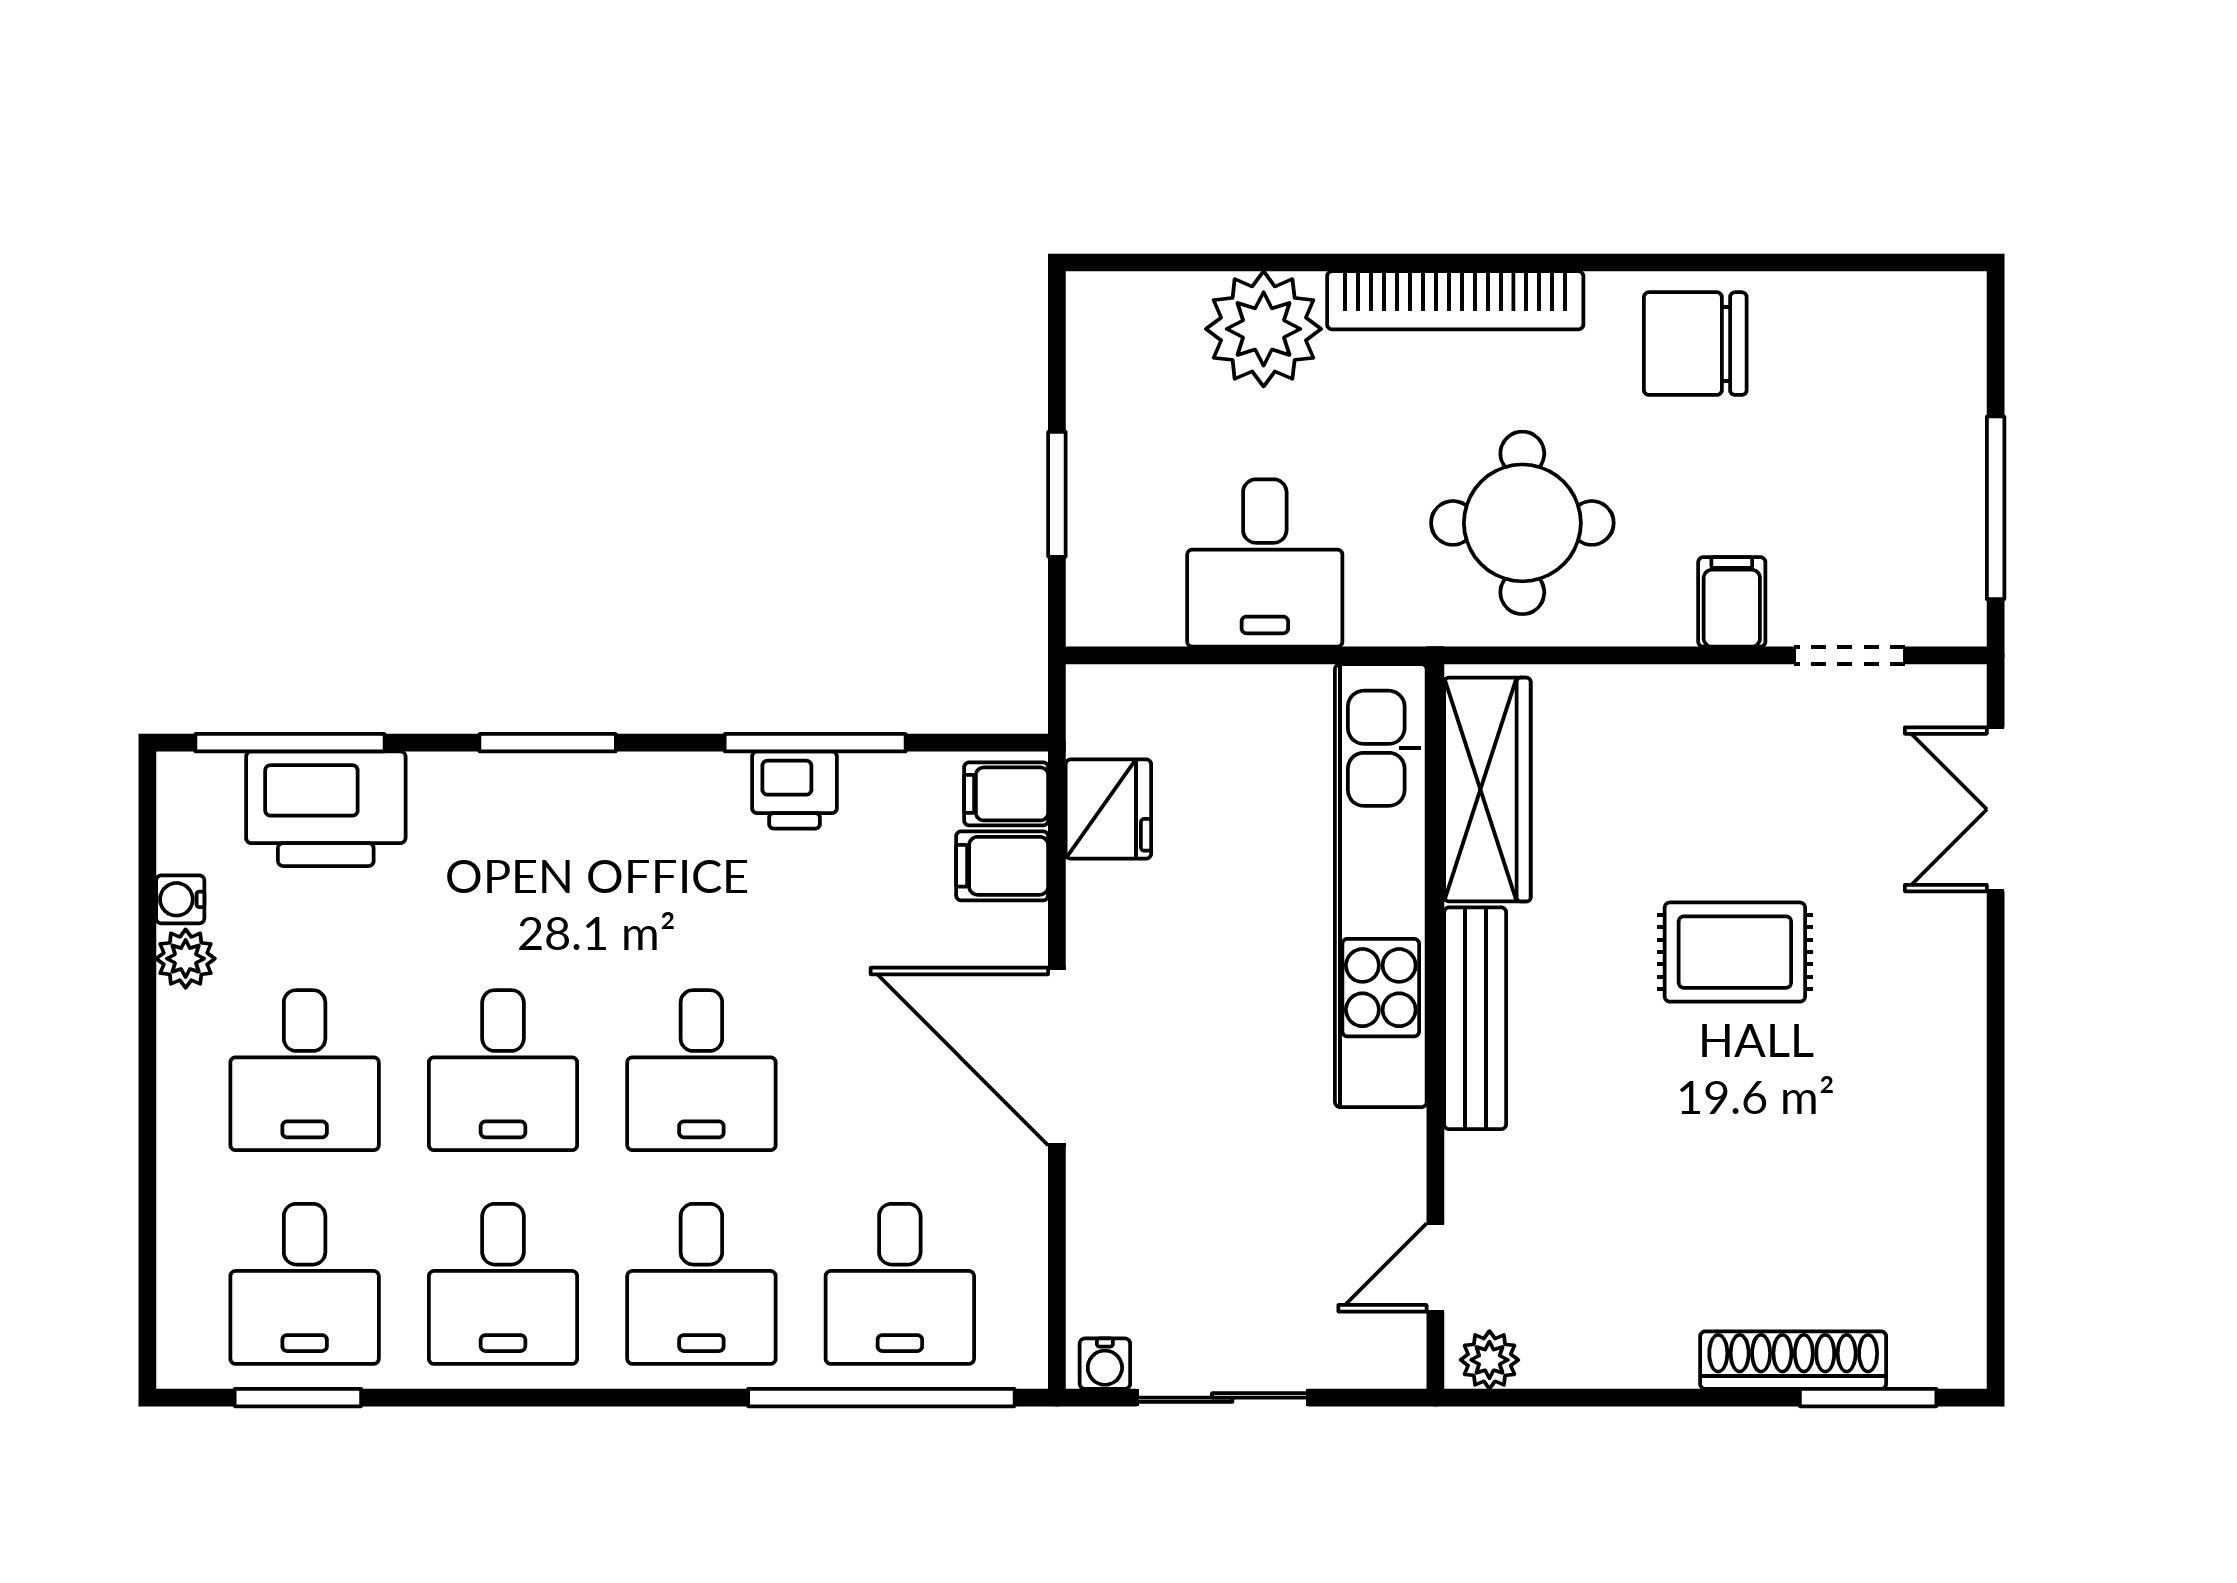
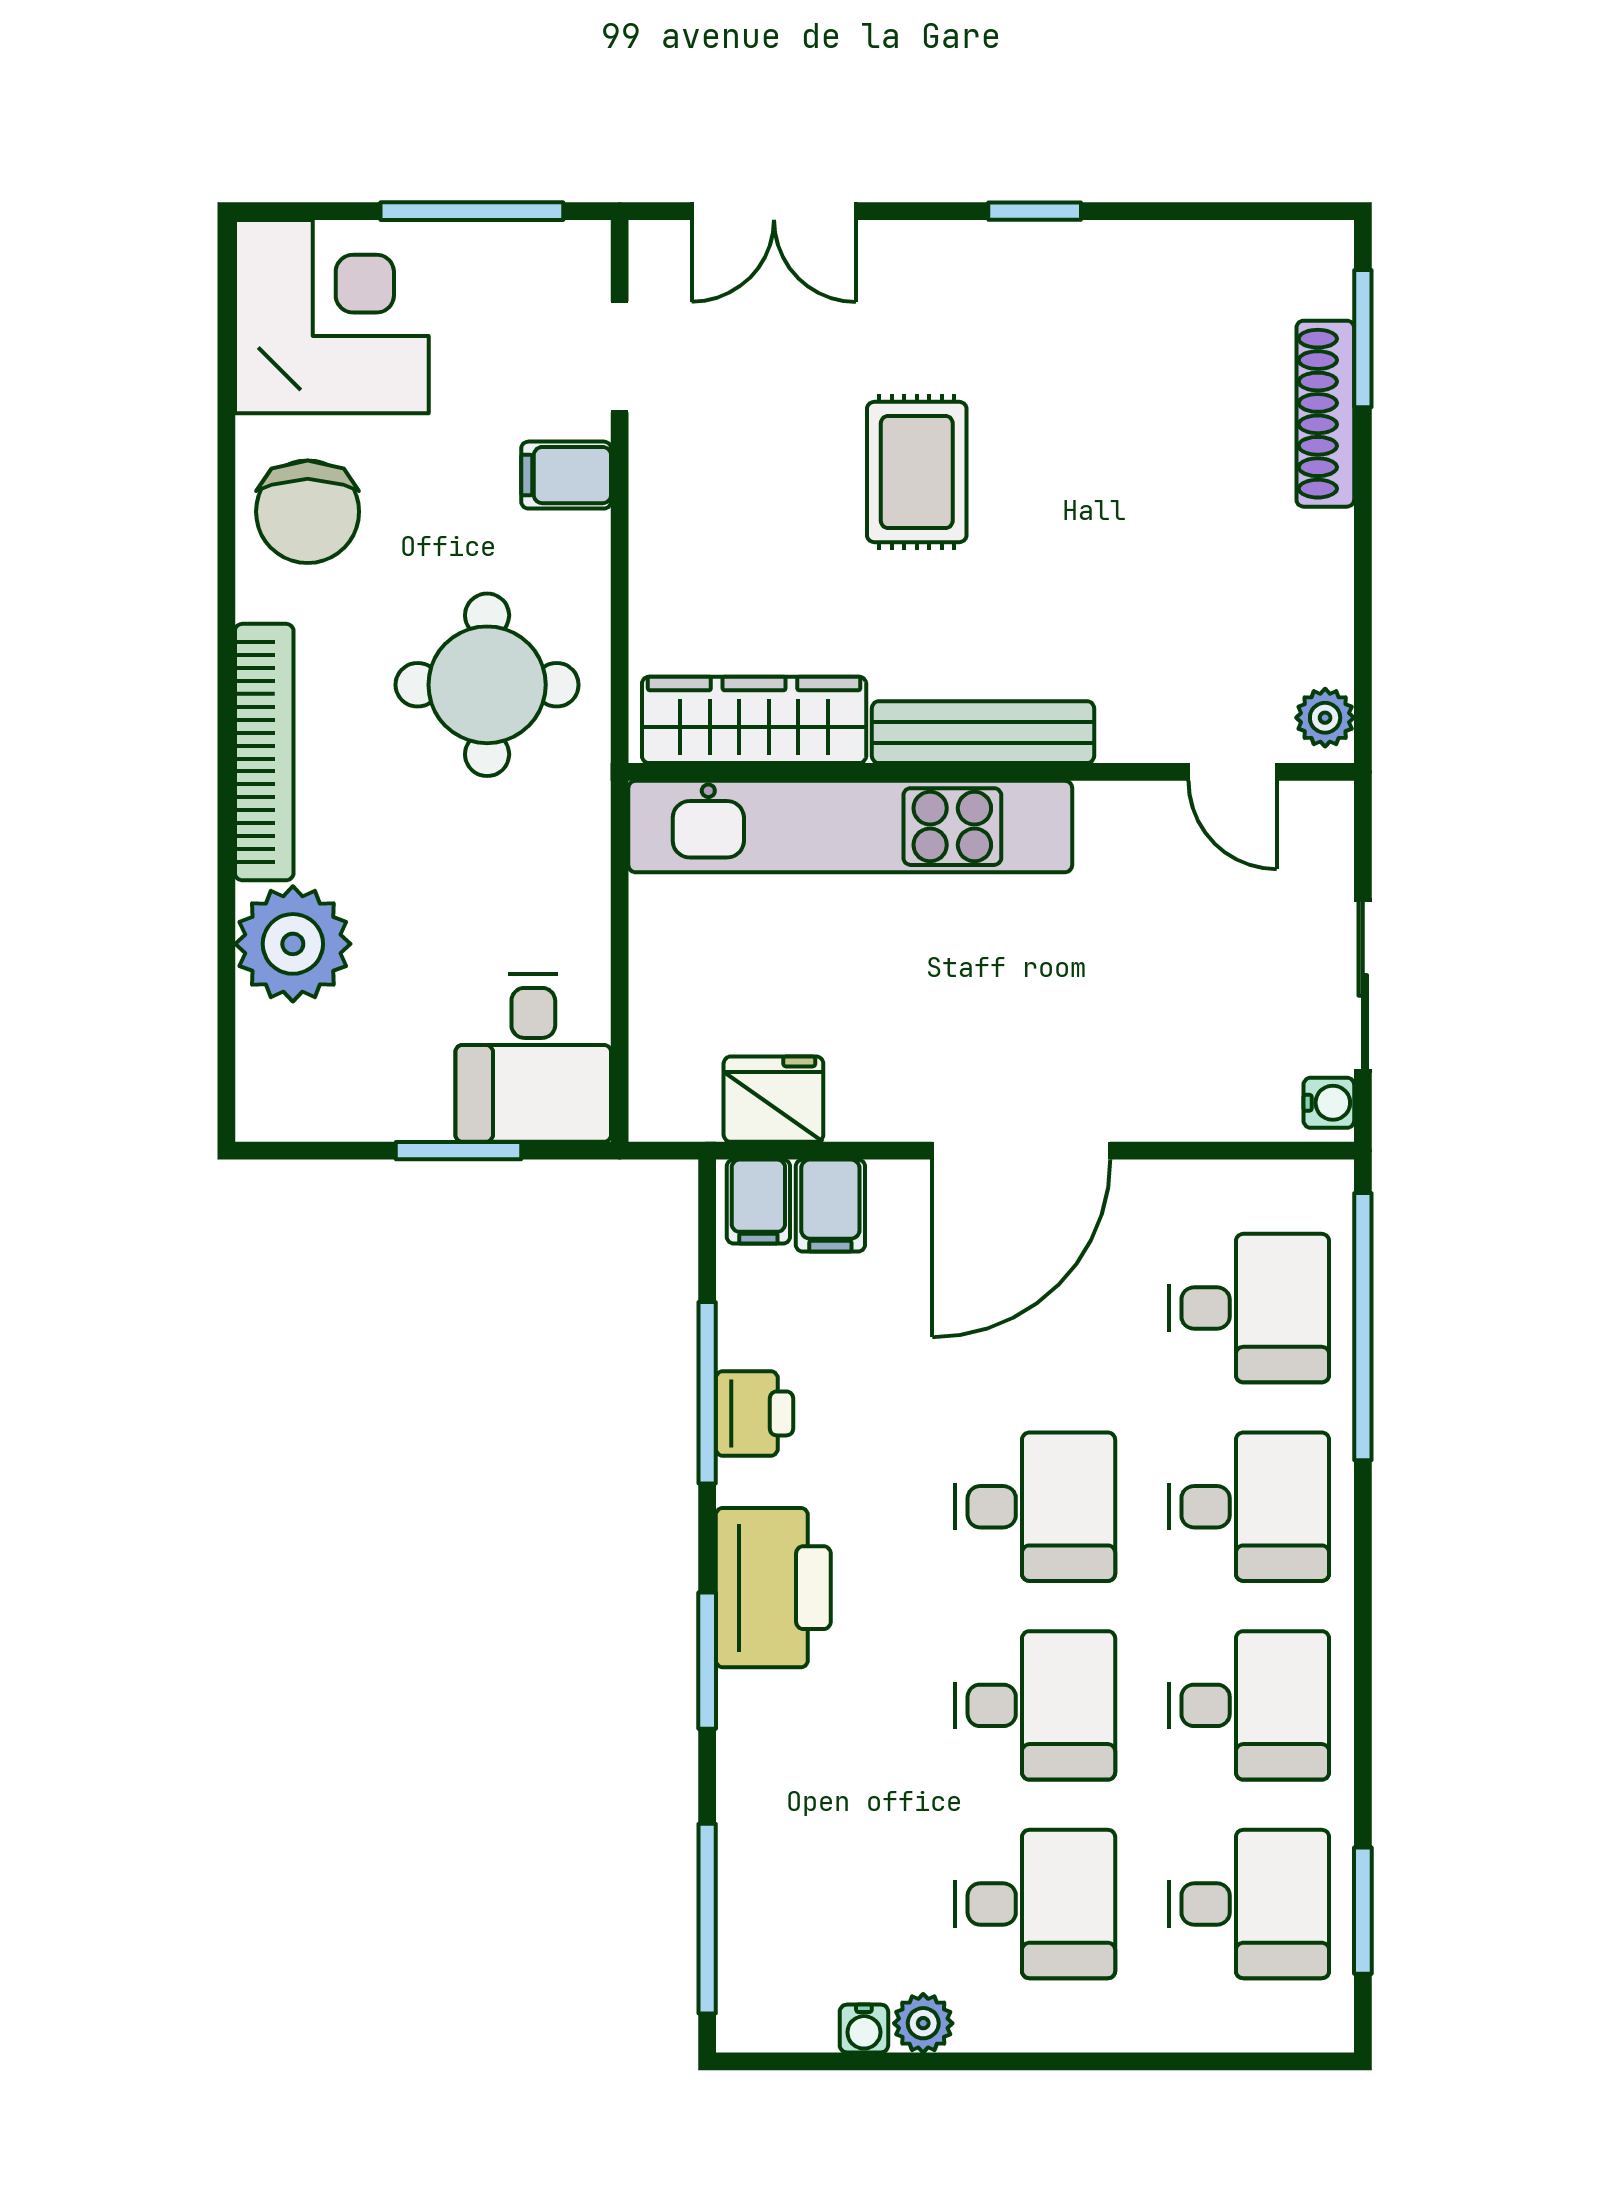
corner desk: (1890, 368) -> (332, 317), added
desk: (1265, 563) -> (533, 1058), moved, turned 90
printer: (326, 809) -> (773, 1588), moved
window: (1996, 1070) -> (1035, 211), added

